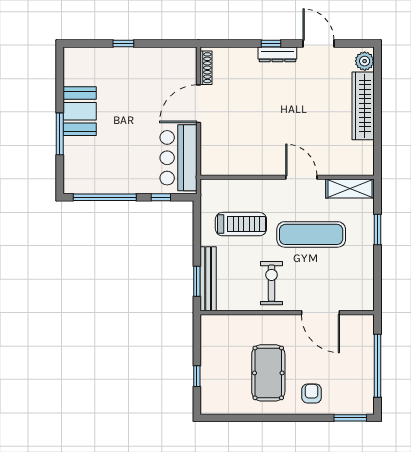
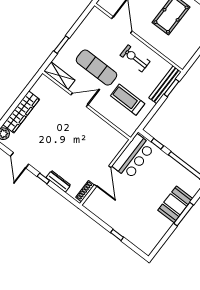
dresser: (277, 54) -> (58, 181), moved
door: (199, 104) -> (103, 176), hinge flipped
booth: (80, 111) -> (175, 204), moved
door: (301, 177) -> (79, 100), swing flipped
exercise bike: (272, 283) -> (135, 58), turned 90

